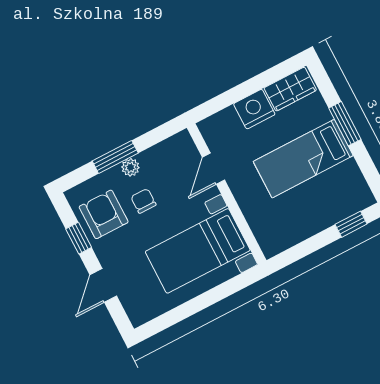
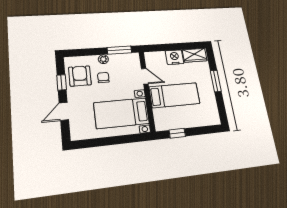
window: (115, 157) -> (119, 50), moved
bed: (303, 159) -> (174, 95), moved, turned 180
door: (213, 169) -> (145, 76), swing flipped
window: (351, 224) -> (177, 133), moved

